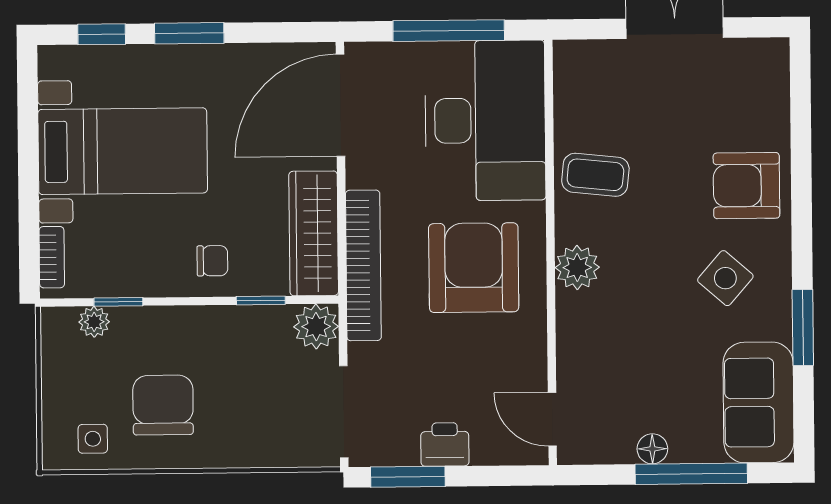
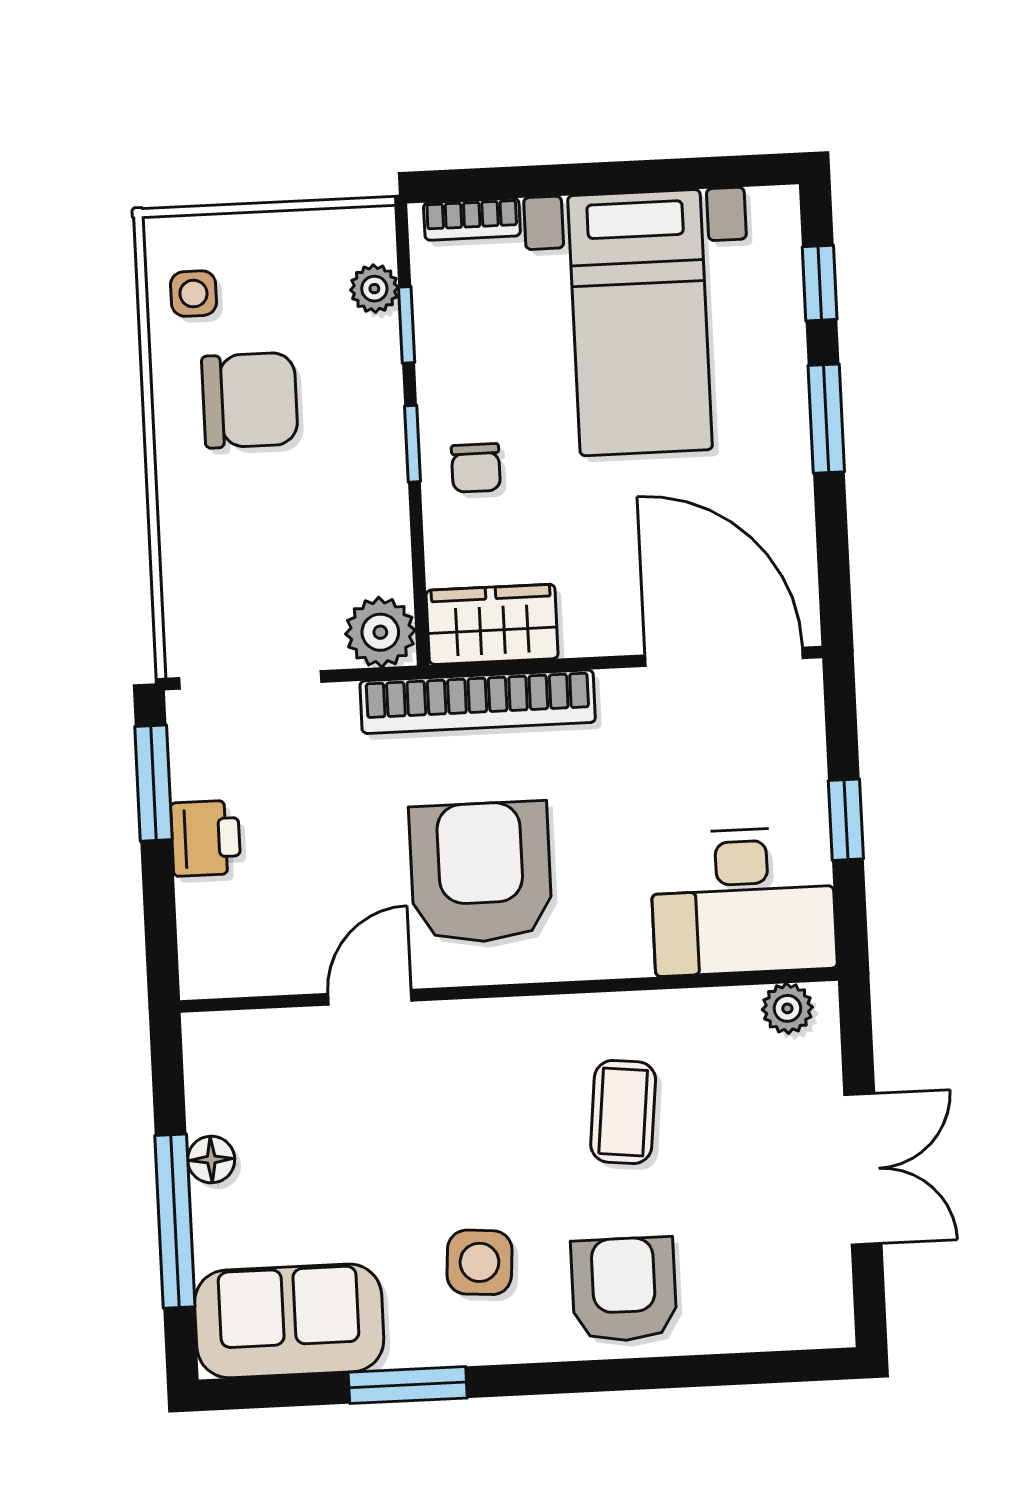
window: (449, 31) -> (846, 820), width x0.46
desk: (485, 120) -> (743, 901), width x0.73, depth x0.77
coffee table: (595, 175) -> (623, 1112), moved
wardrobe: (314, 233) -> (492, 624), width x0.67
plant: (577, 267) -> (787, 1008), moved, width x0.73, depth x0.73
armchair: (474, 268) -> (481, 872), turned -90
side table: (725, 278) -> (479, 1262), turned -37
window: (261, 300) -> (412, 444), moved
door: (552, 419) -> (370, 997), moved

